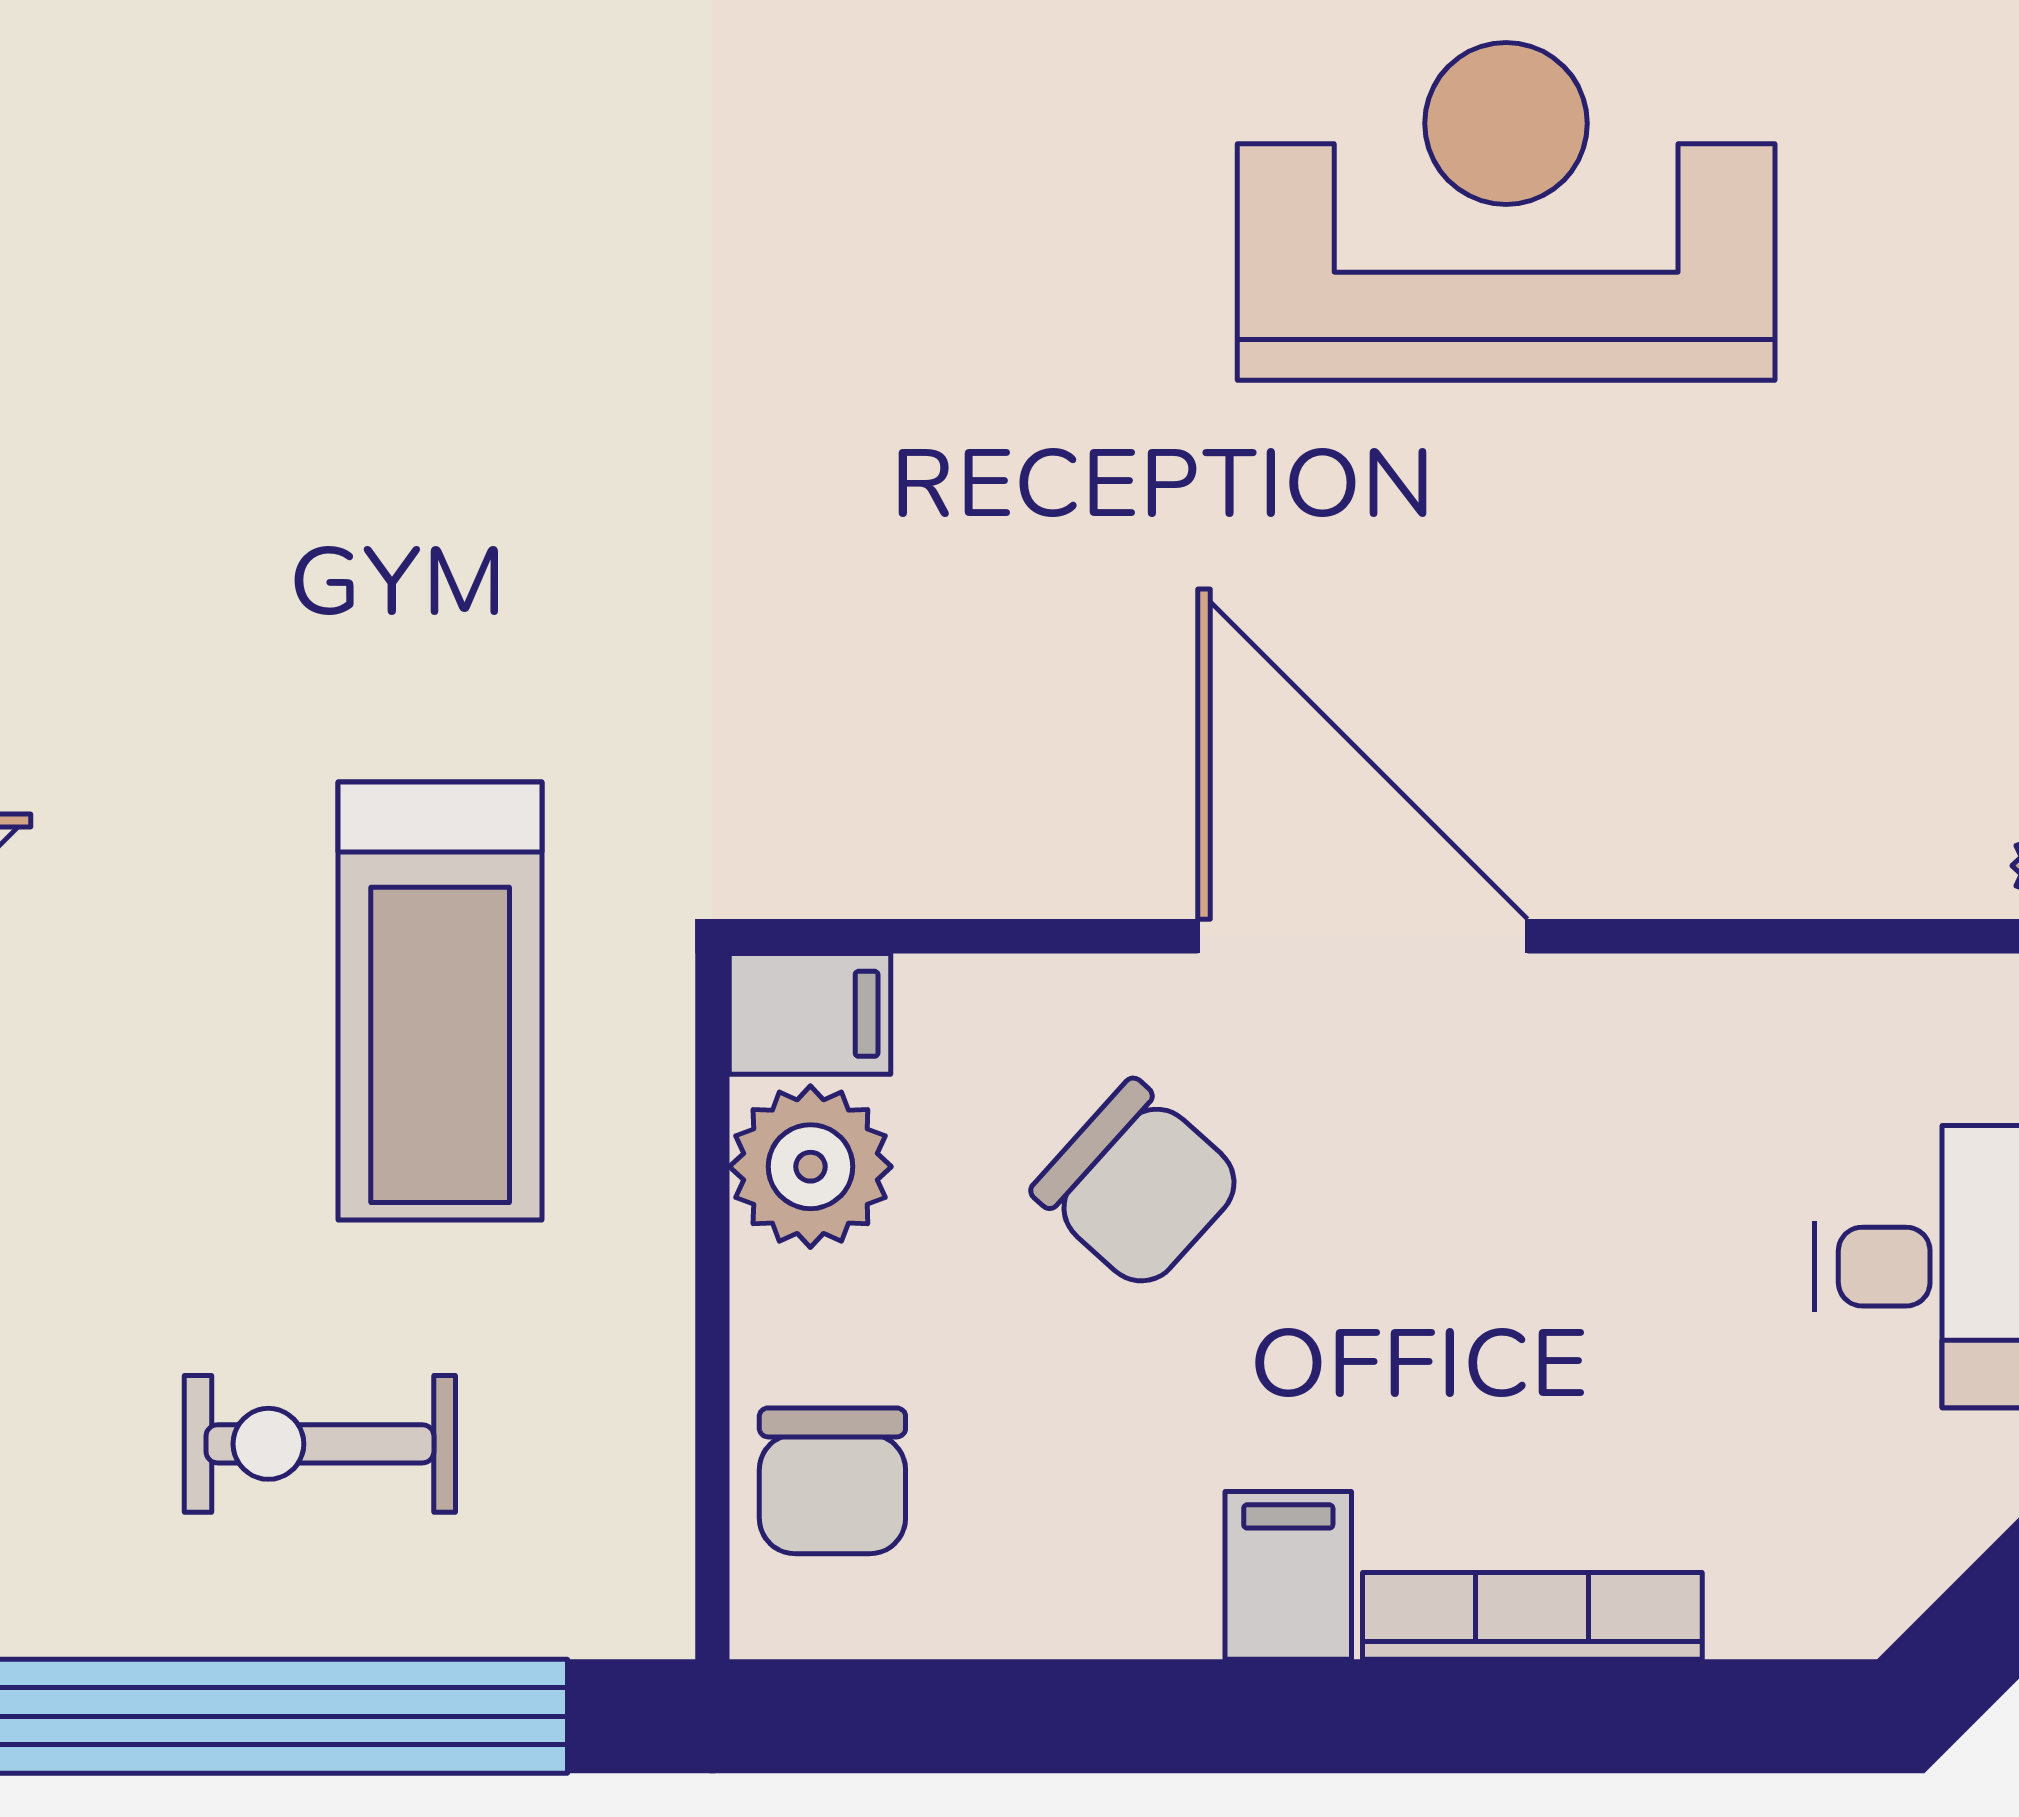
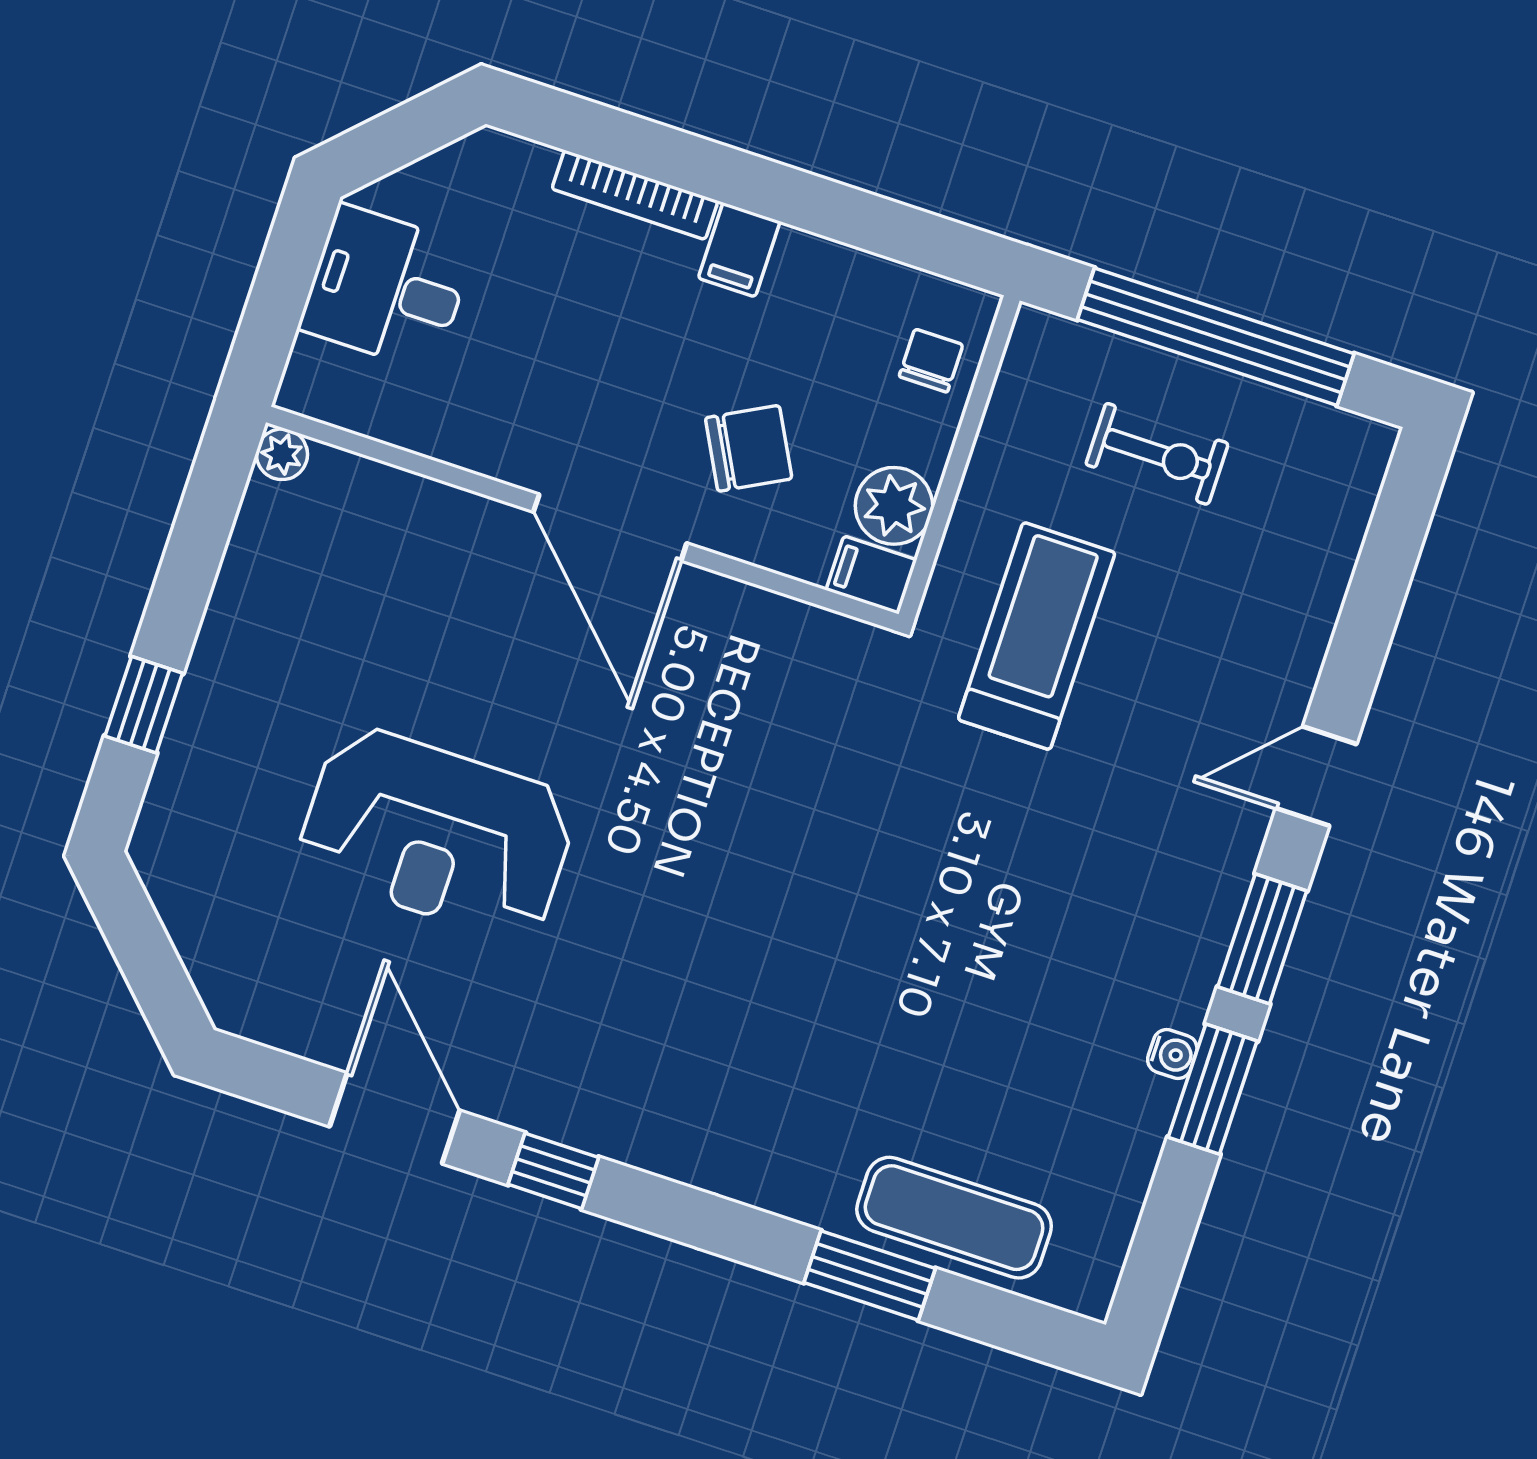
chair: (1138, 1186) -> (749, 448), turned 110
chair: (832, 1481) -> (931, 361), width x0.73, depth x0.73

